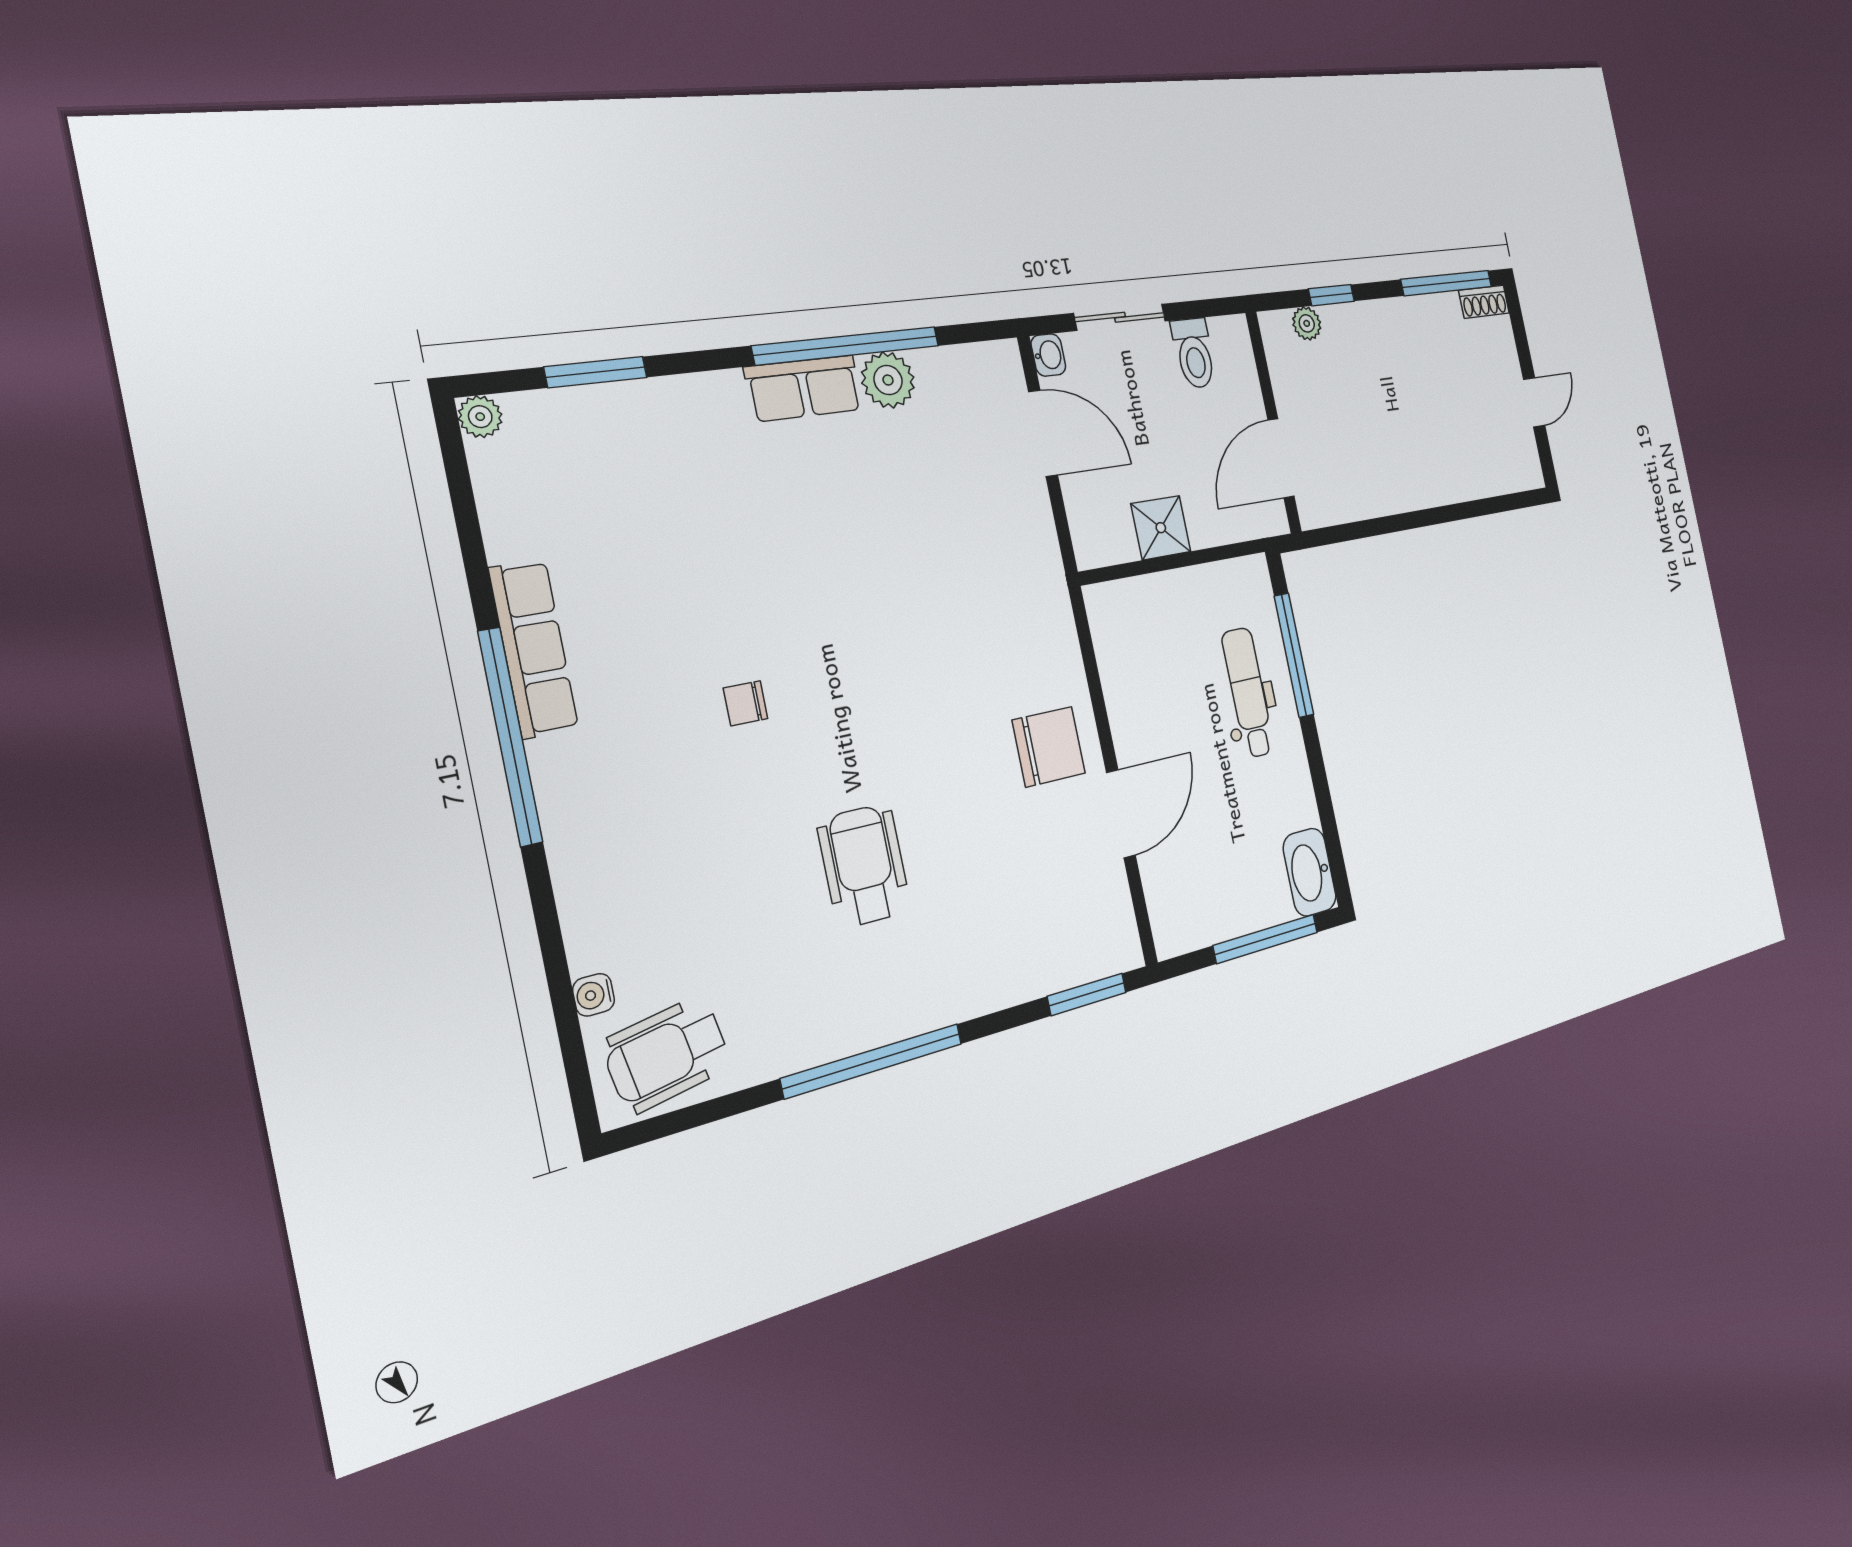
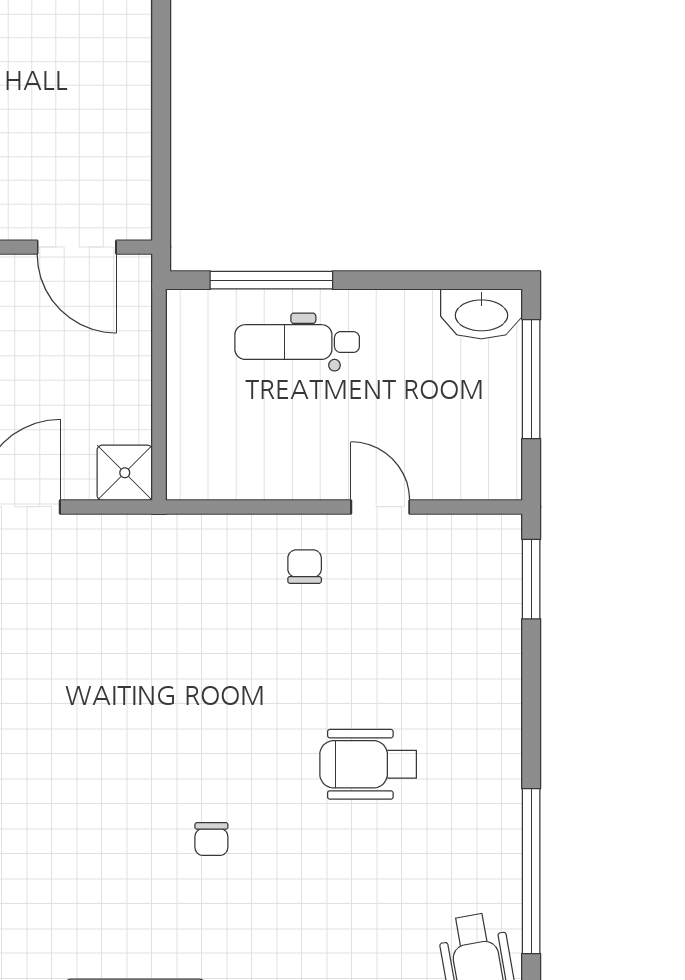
shower: (1161, 528) -> (125, 473), moved
chair: (1049, 747) -> (305, 567), width x0.54, depth x0.54
door: (1121, 814) -> (380, 507), width x0.73
window: (873, 1061) -> (531, 871), moved

